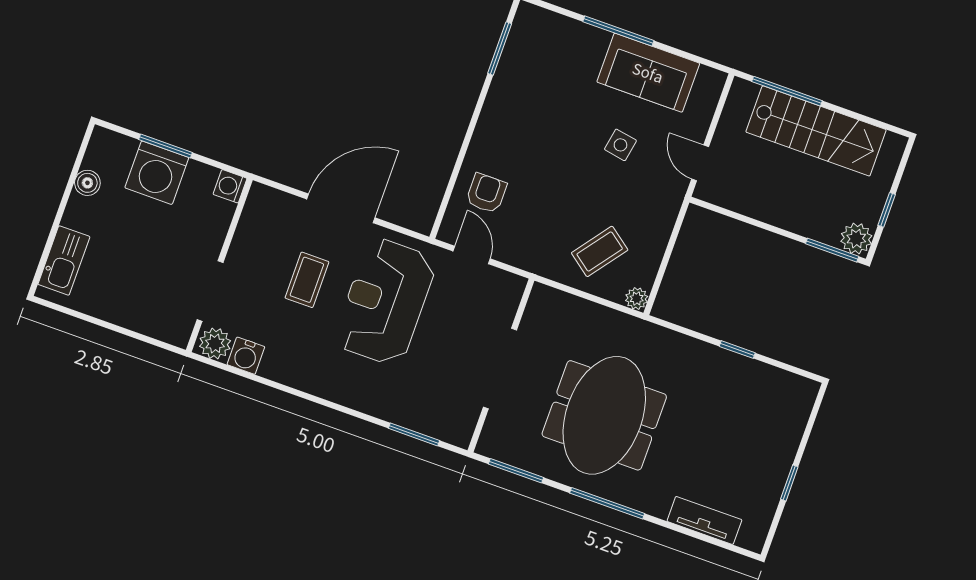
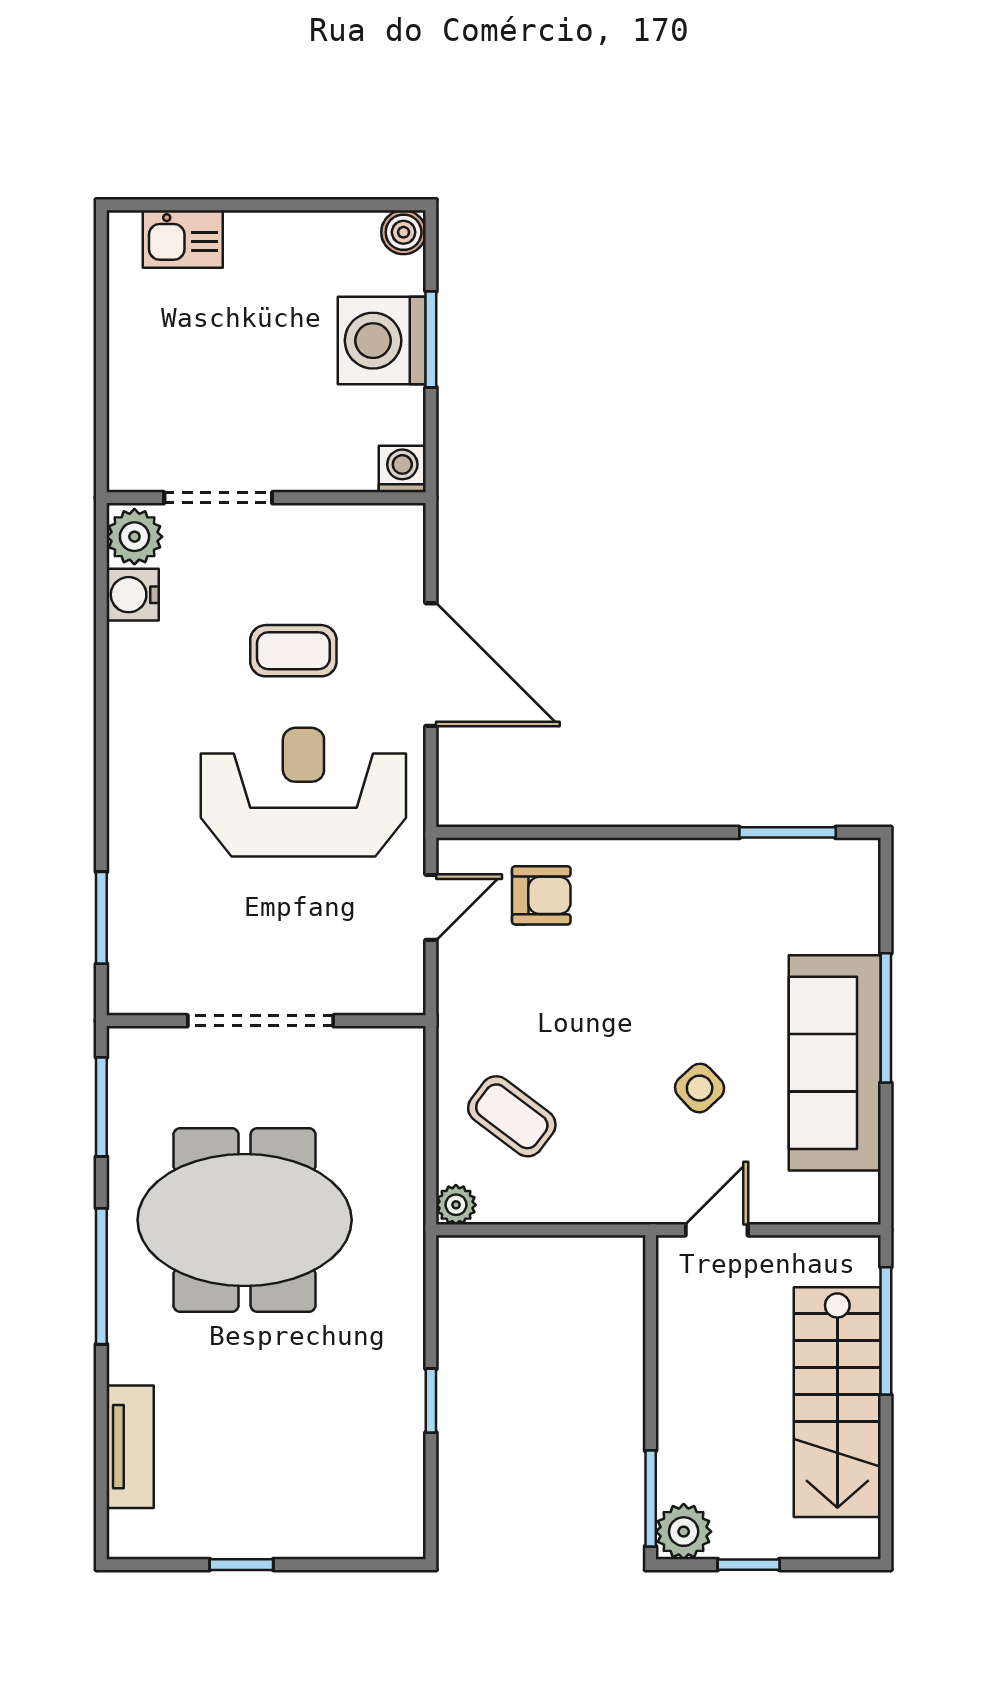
sofa: (648, 73) -> (835, 1063), width x1.36
side table: (620, 145) -> (700, 1088), turned 37
boiler: (87, 183) -> (404, 232), moved
kitchen sink: (64, 260) -> (183, 239), width x0.73

